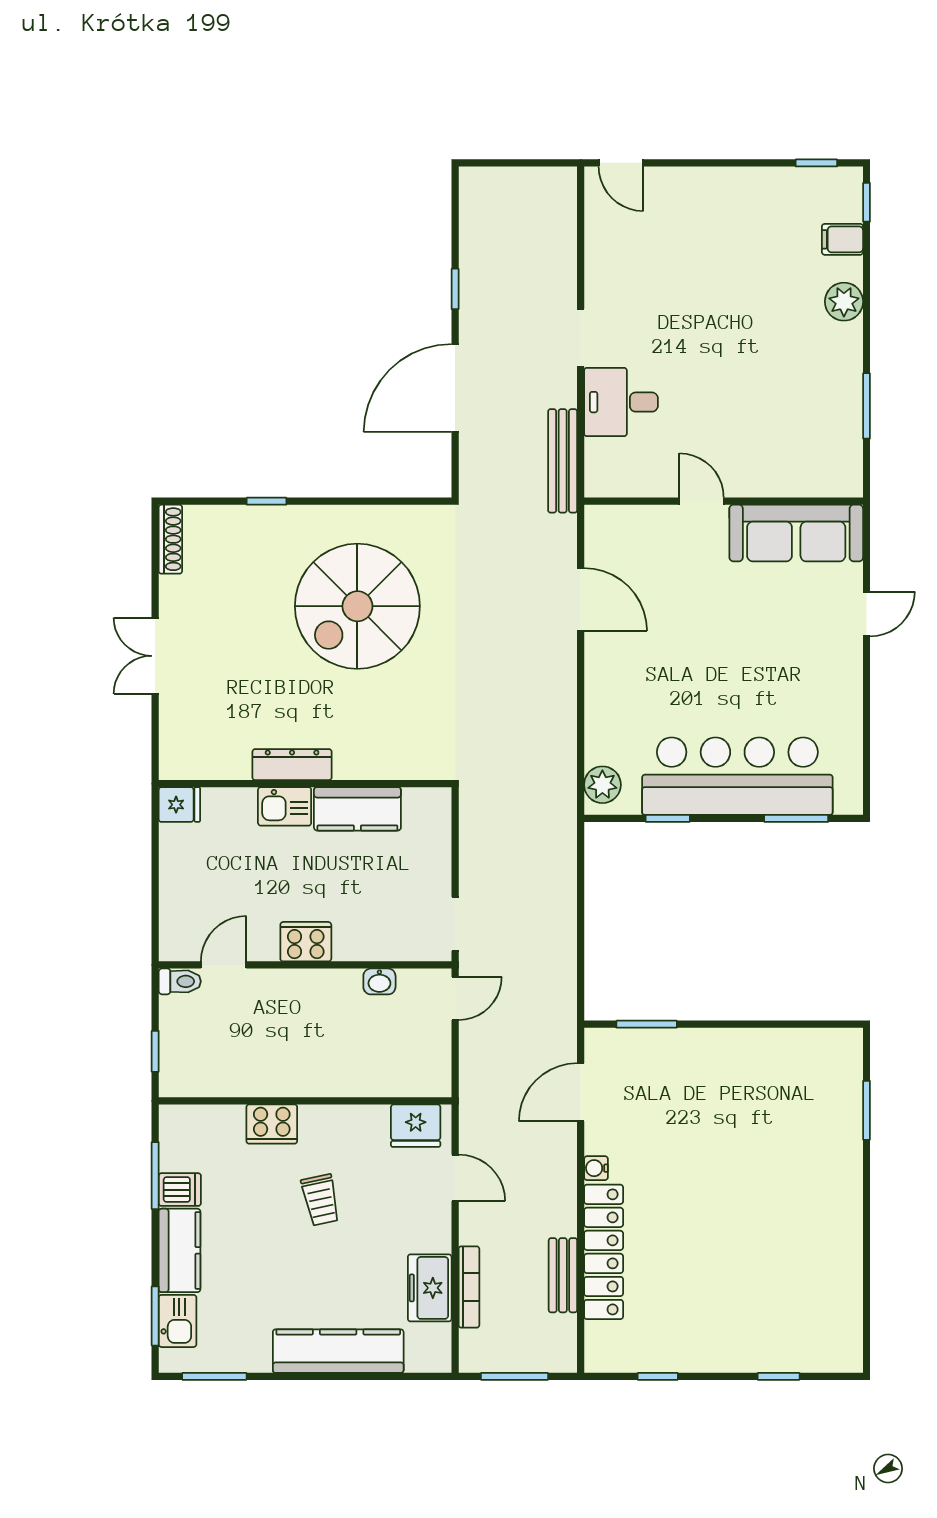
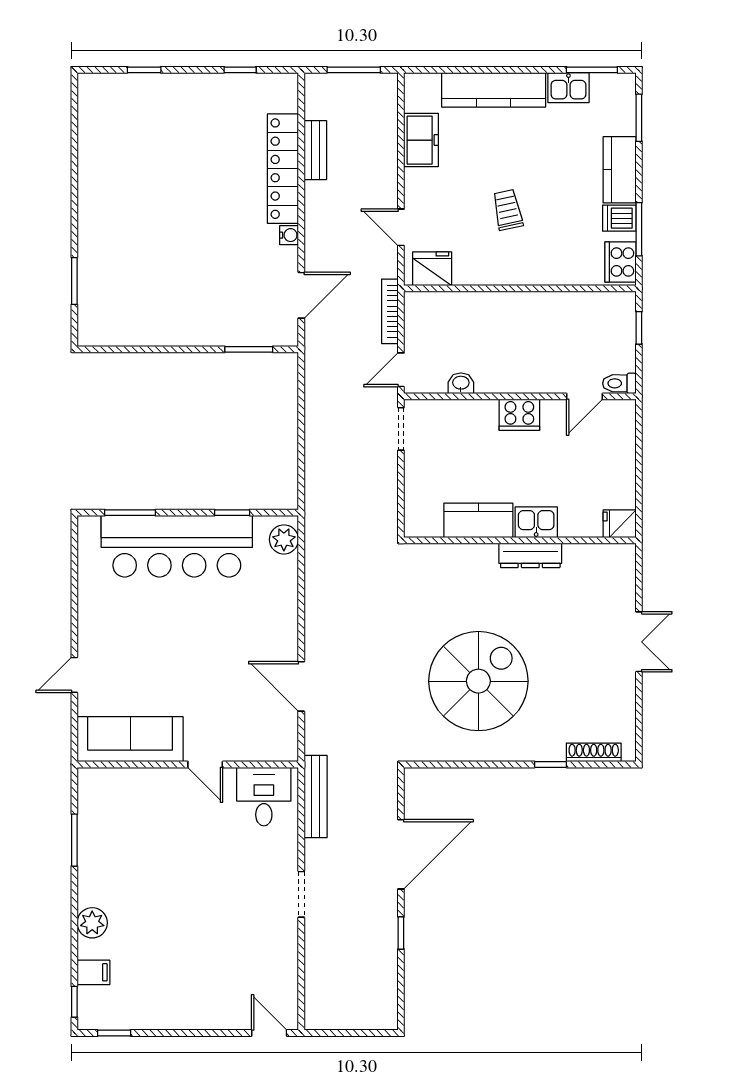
desk: (621, 402) -> (264, 797), moved, turned -90
shoe rack: (170, 539) -> (594, 752), moved, turned 90
cooker: (272, 1124) -> (621, 262), moved, turned -90
bookcase: (469, 1287) -> (390, 311), moved
kitchen sink: (178, 1321) -> (568, 88), moved, turned -90

